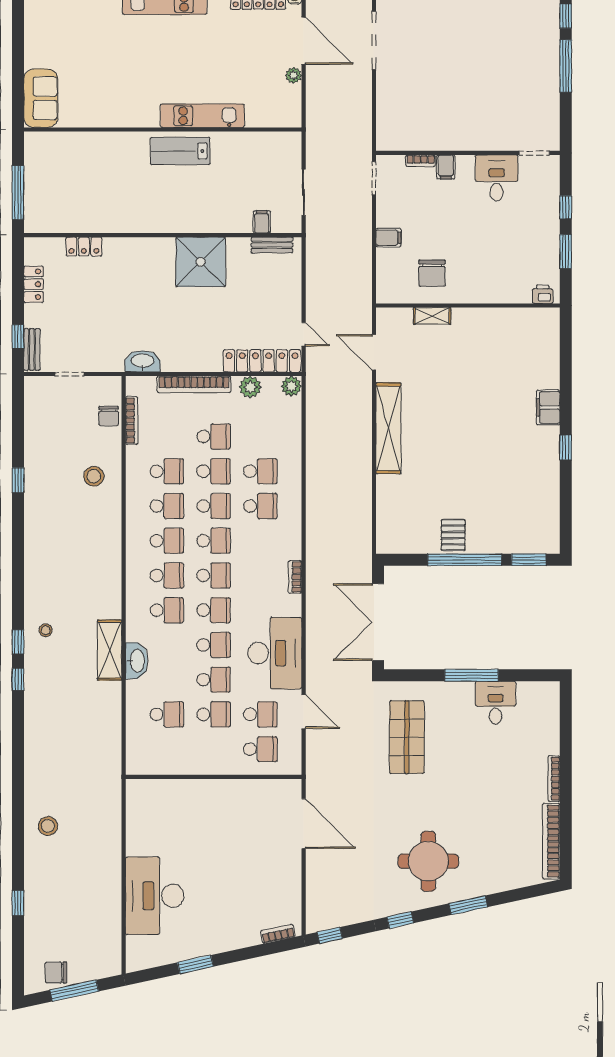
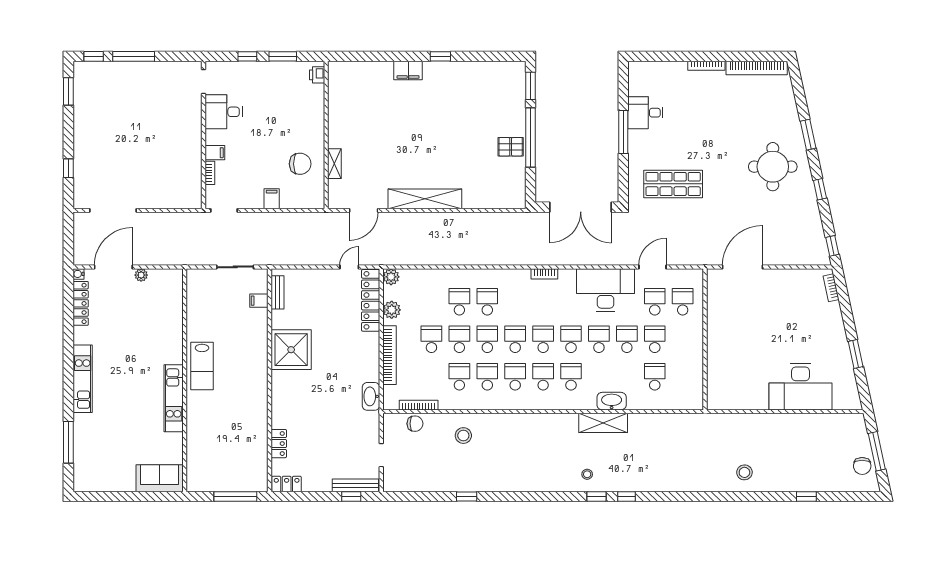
kitchen unit: (202, 116) -> (174, 398), moved
locker: (34, 284) -> (287, 484), moved
bench: (32, 349) -> (355, 485), width x1.36

